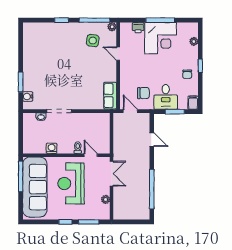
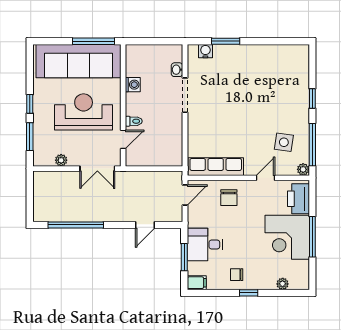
printer: (138, 28) -> (298, 199), width x1.87, depth x1.48
chair: (143, 93) -> (229, 198), moved
row of seats: (110, 96) -> (216, 167), width x1.48

